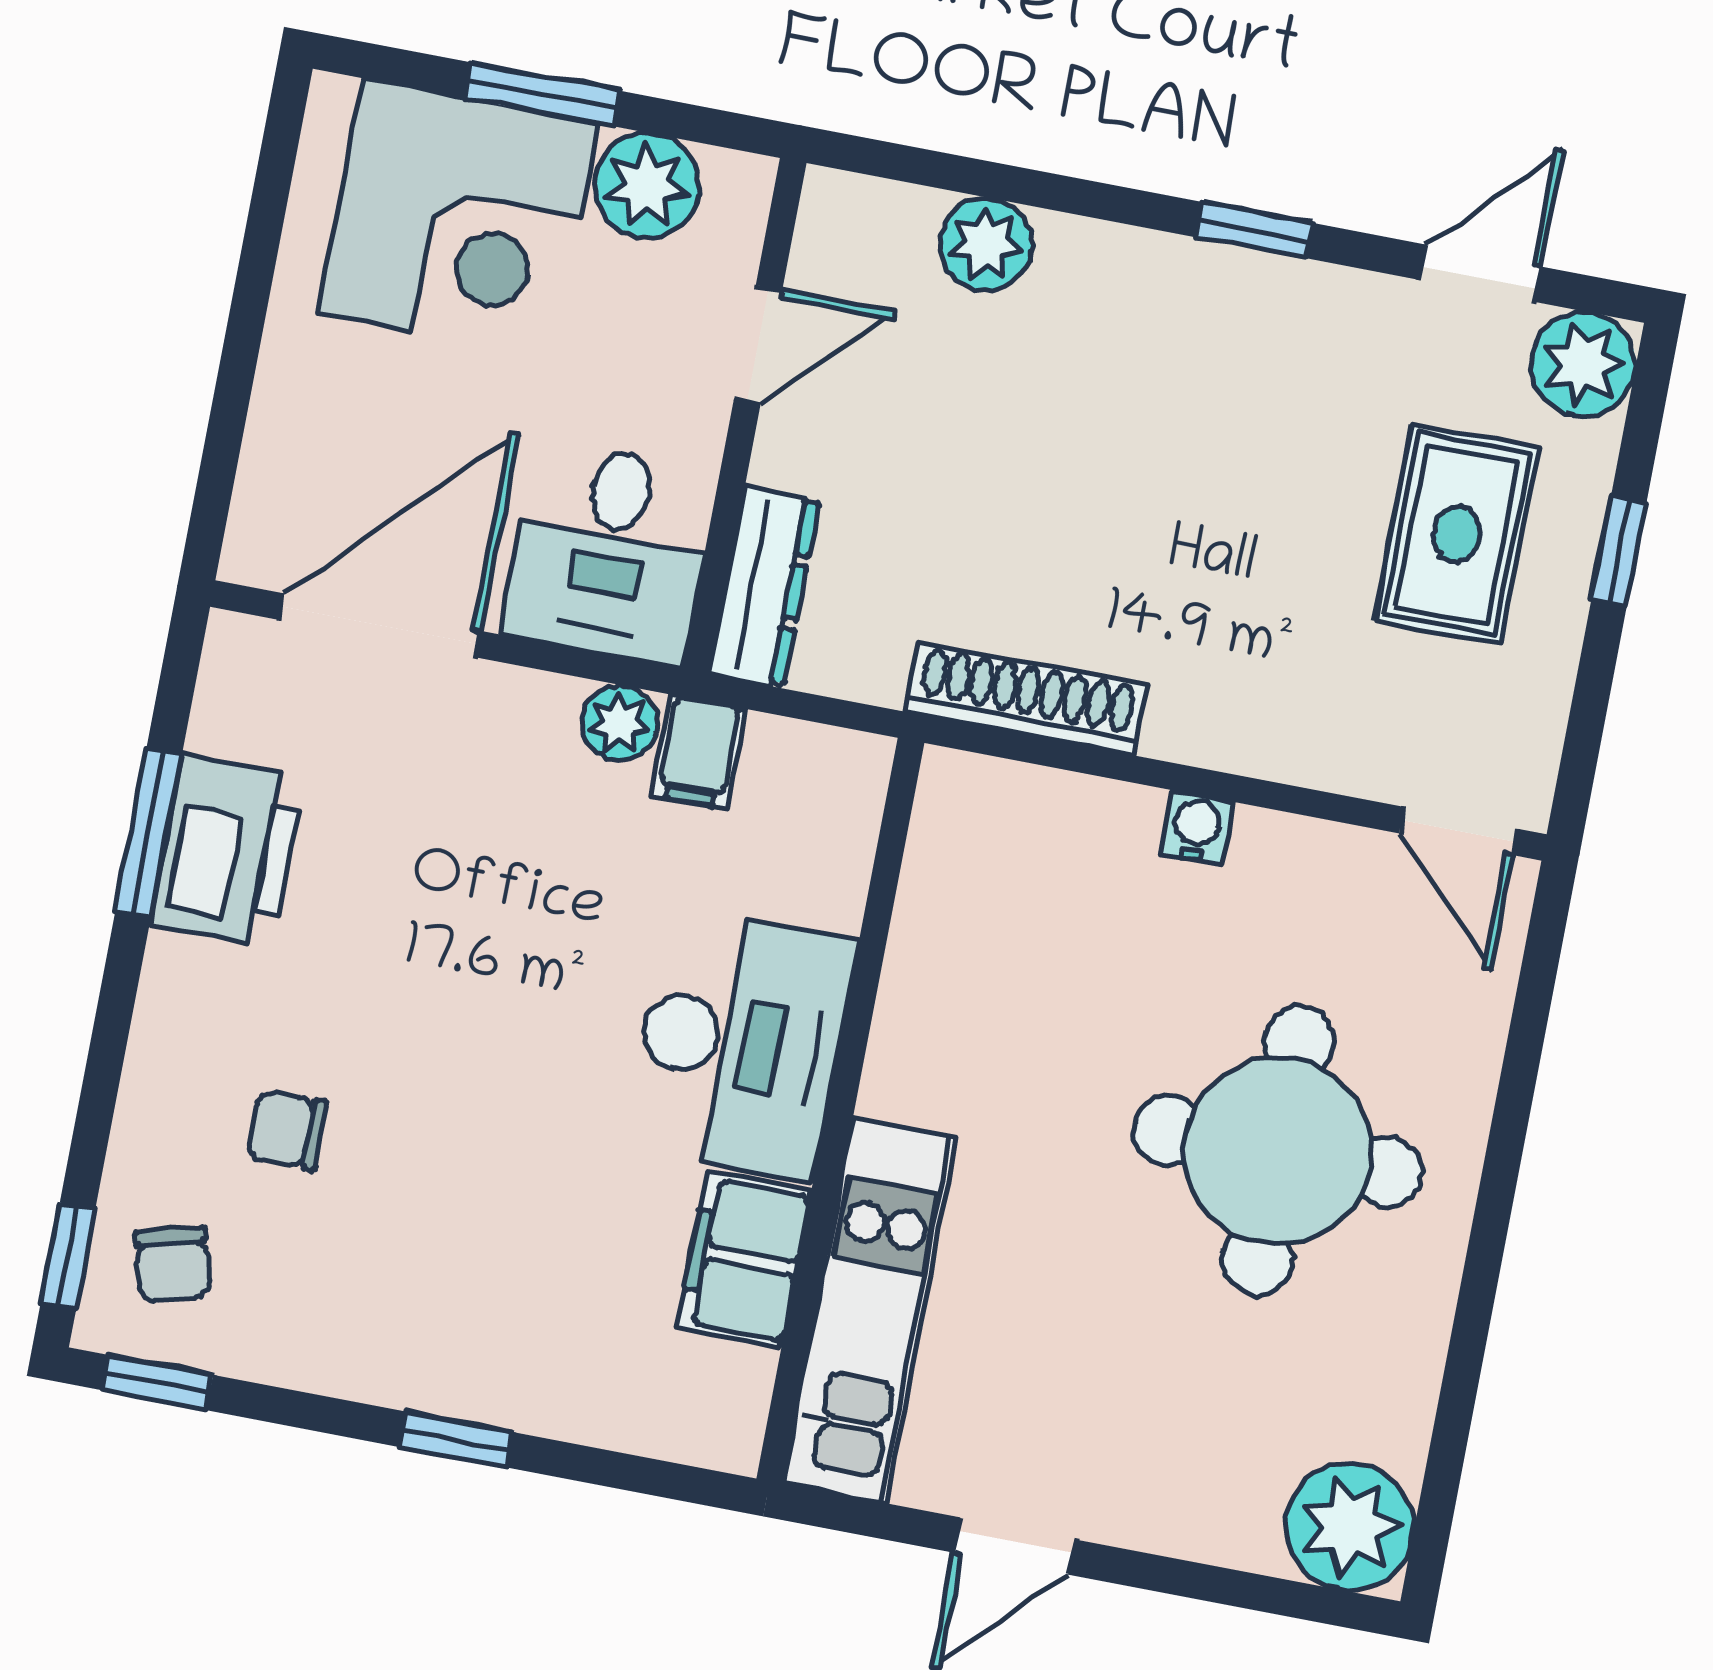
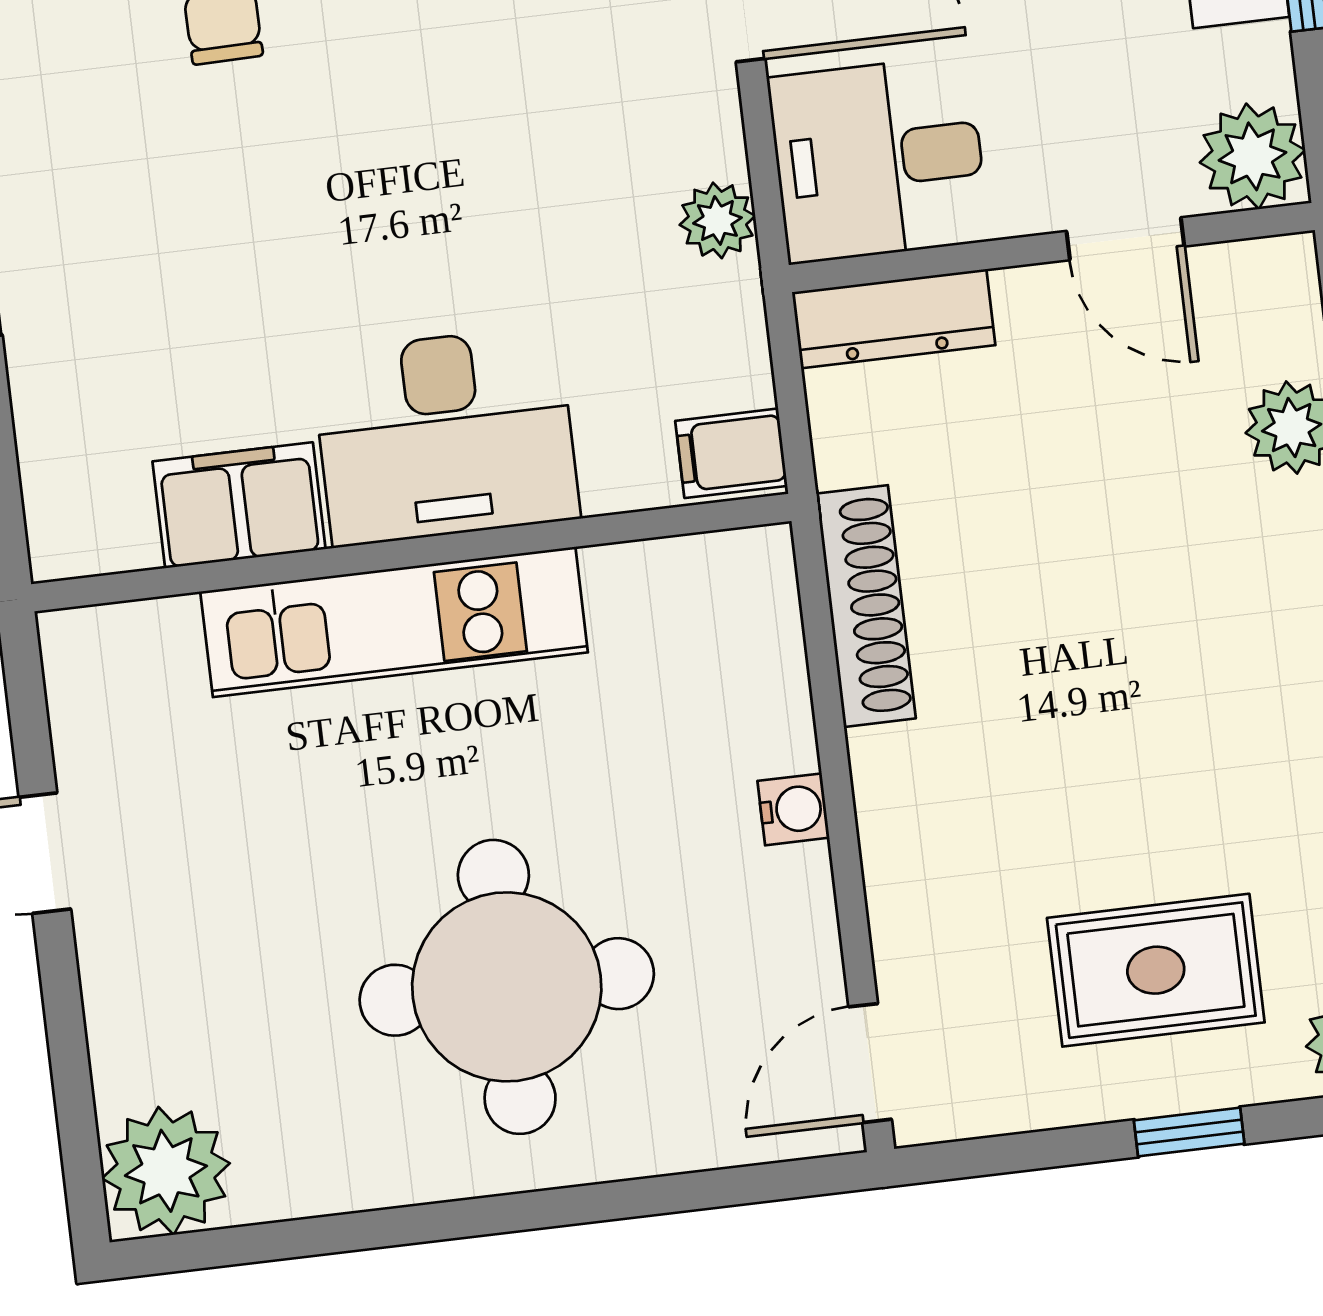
plant: (647, 186) -> (1253, 156), moved
filing cabinet: (698, 752) -> (731, 453), moved
kitchen unit: (870, 1310) -> (394, 622), moved

